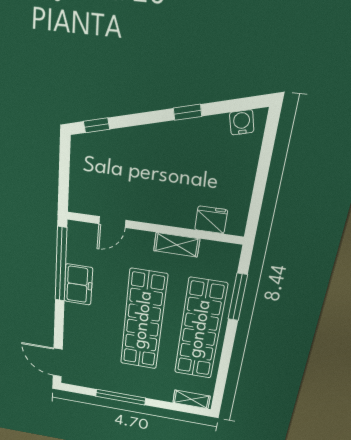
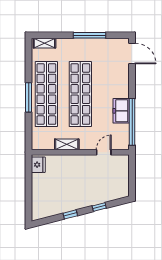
water cooler: (242, 122) -> (43, 213), removed
window: (97, 125) -> (99, 207), moved
fridge: (211, 220) -> (38, 165), moved, turned -90
window: (238, 297) -> (29, 97), moved

